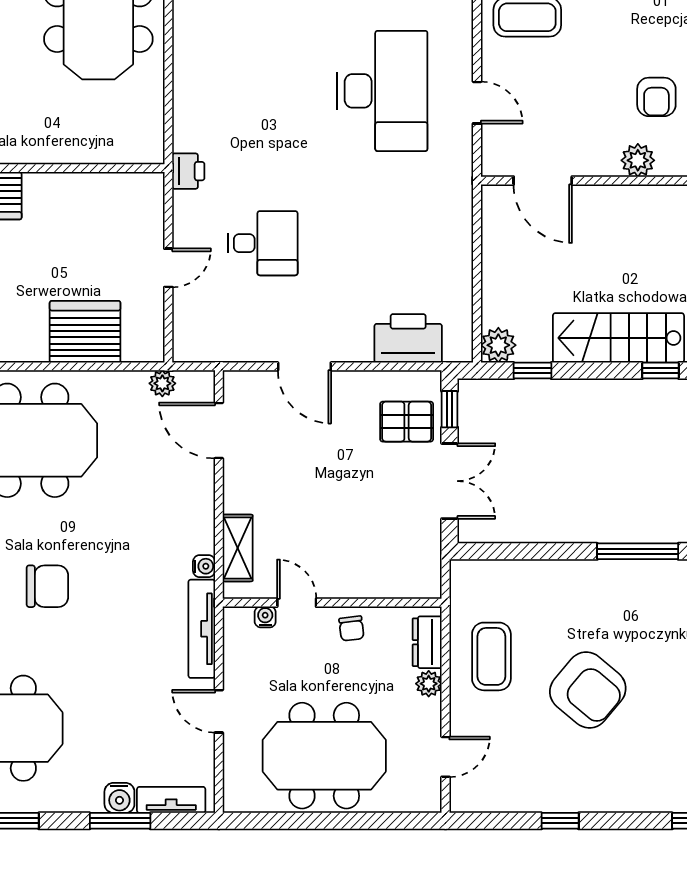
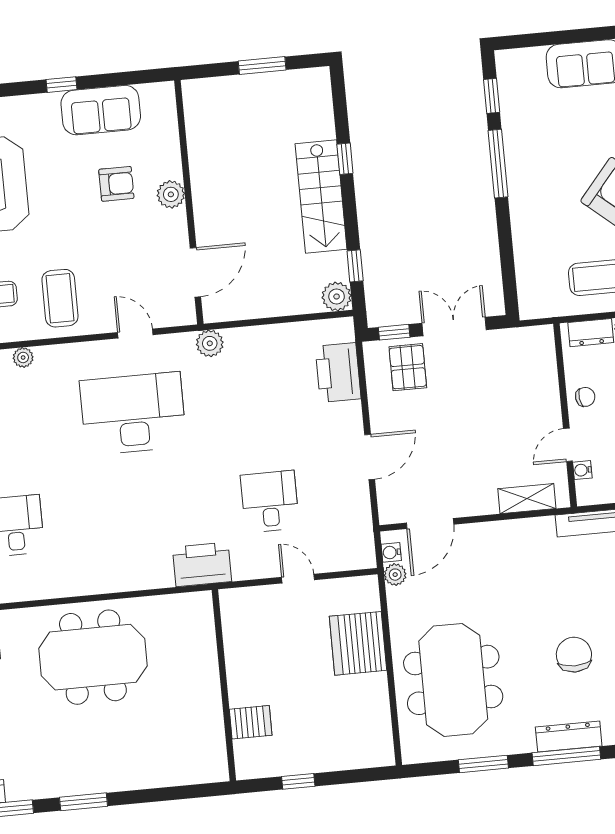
door: (477, 103) -> (135, 334), hinge flipped
printer: (188, 171) -> (202, 564), width x1.87, depth x1.48
plant: (457, 190) -> (210, 343), added
water cooler: (204, 566) -> (391, 552), moved, turned -90

